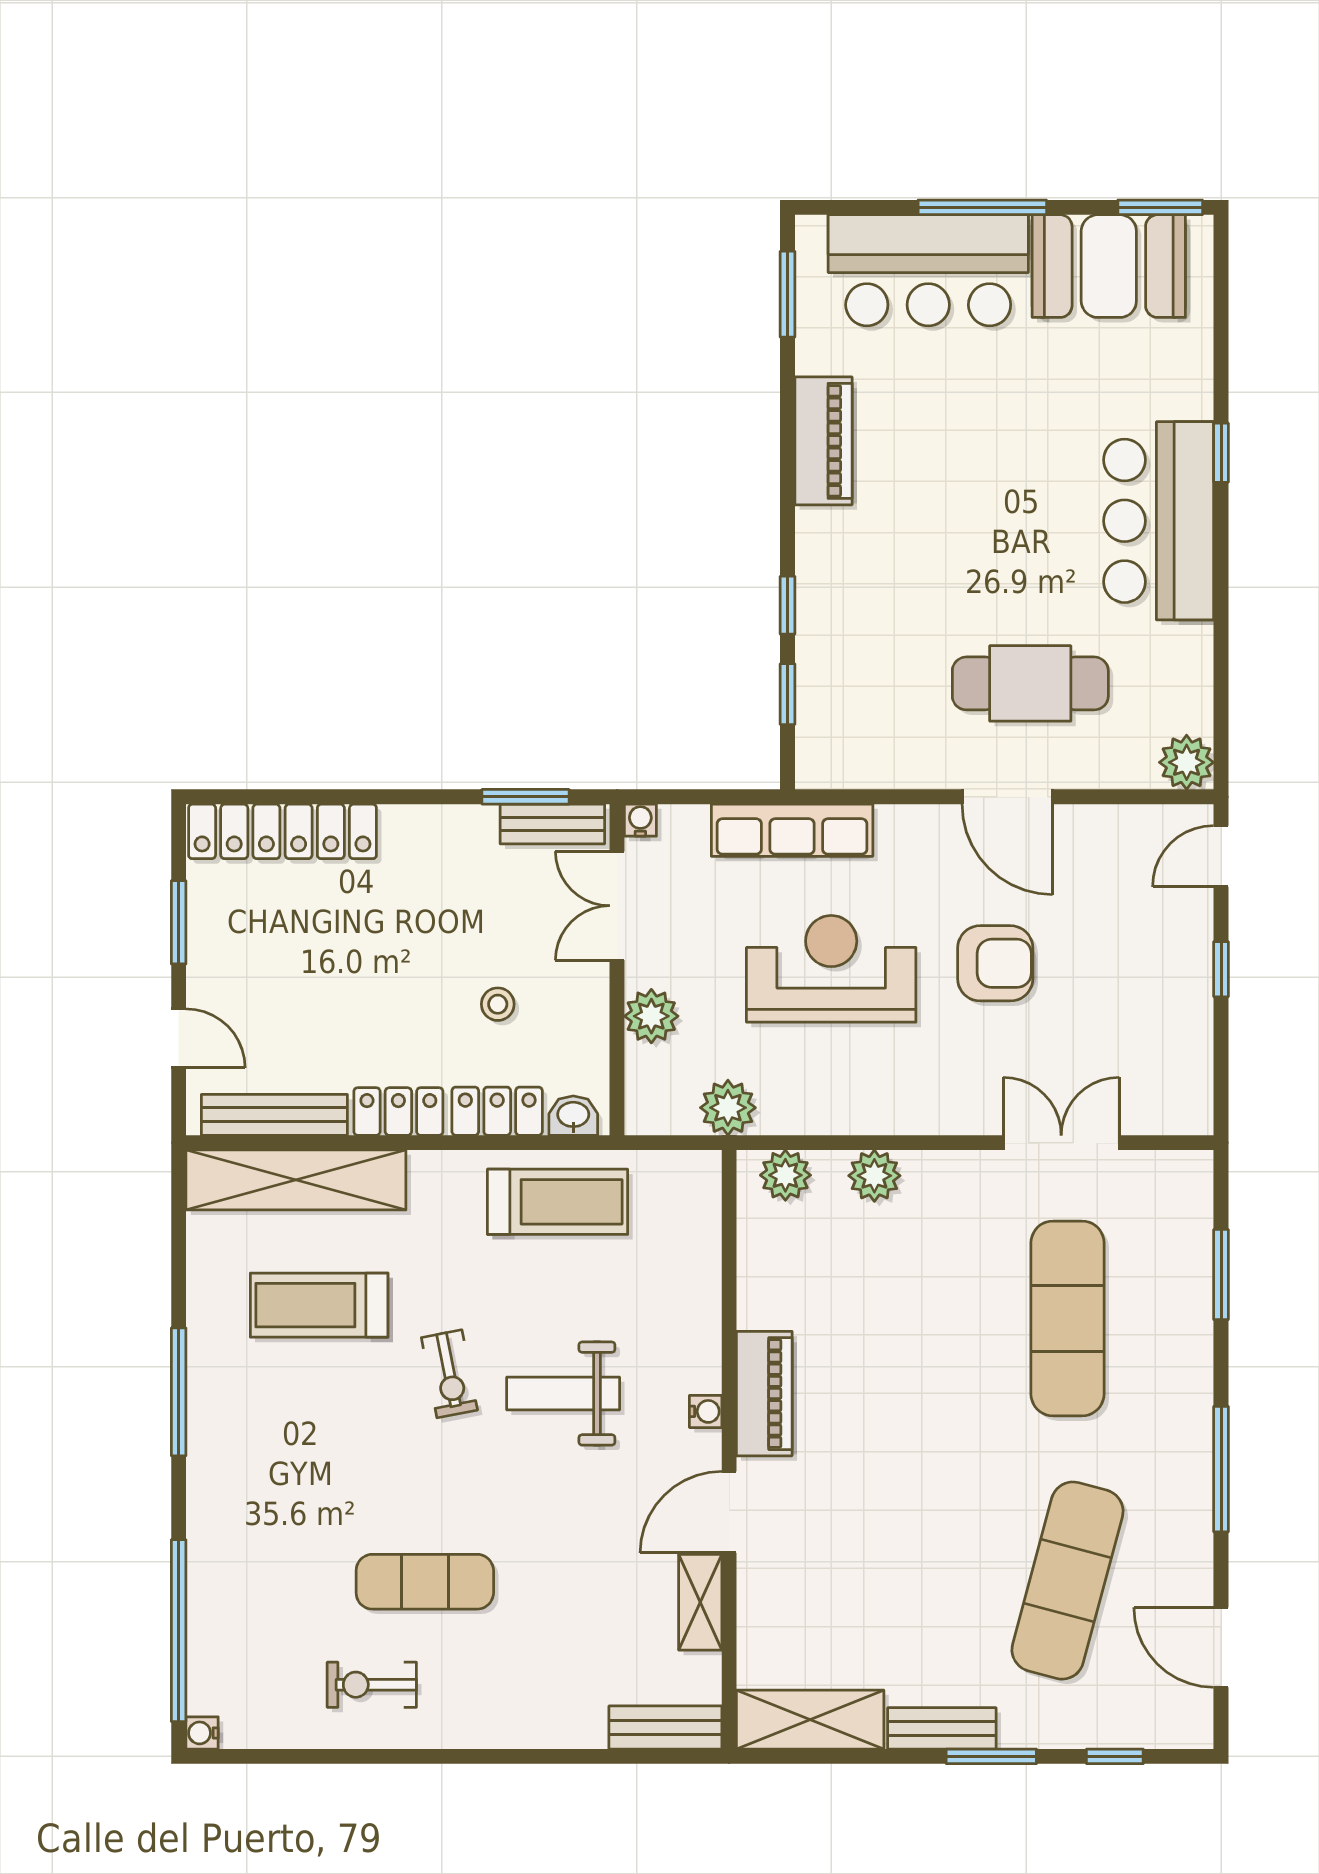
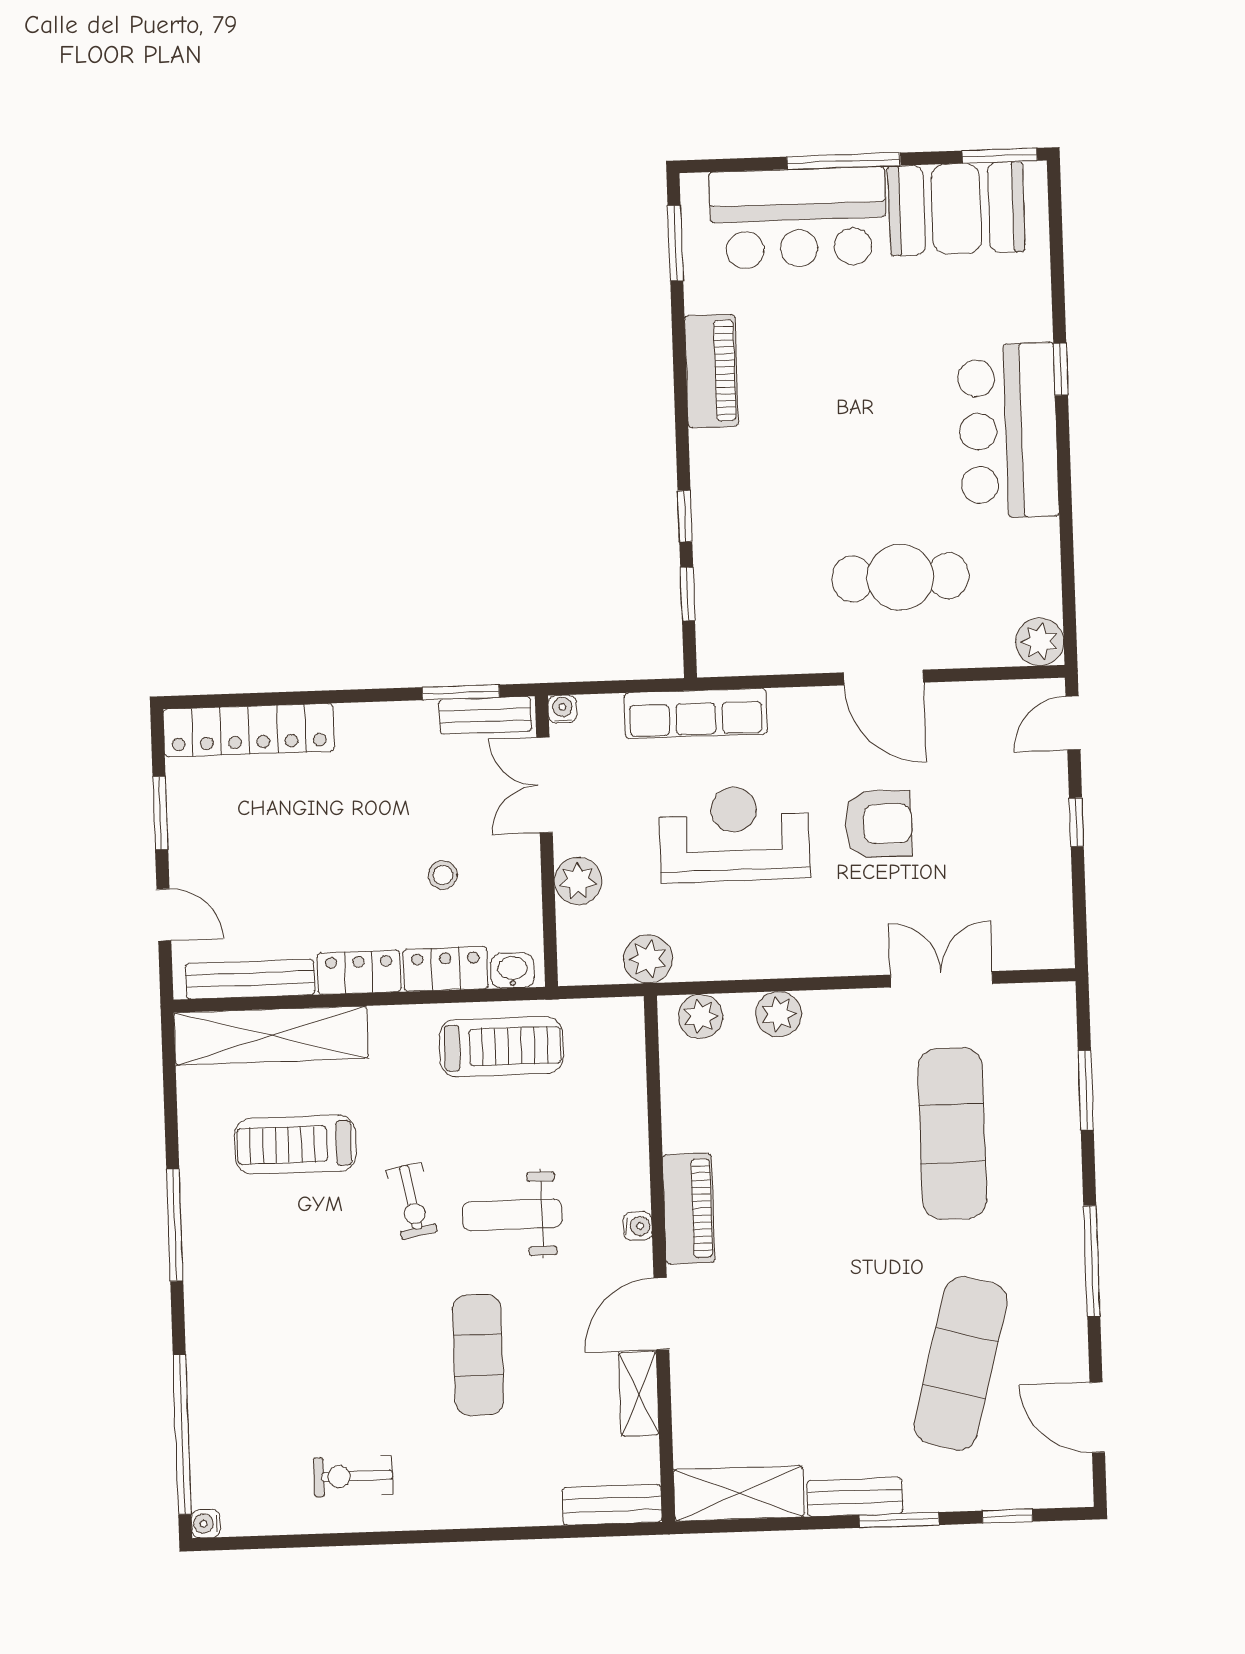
exercise mat: (425, 1582) -> (478, 1355), moved, turned 90

